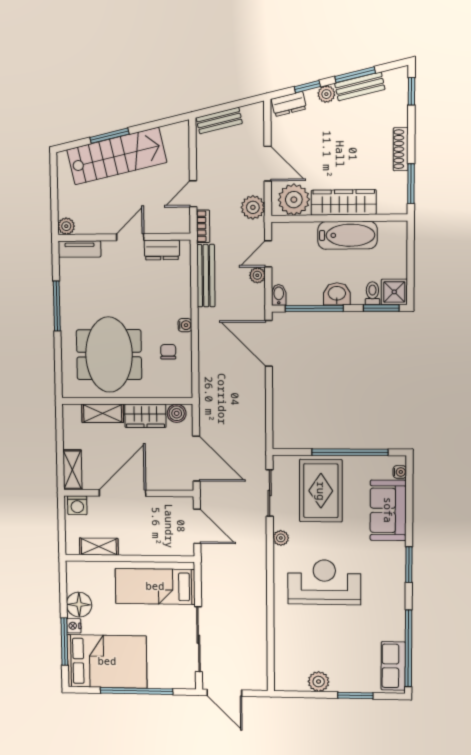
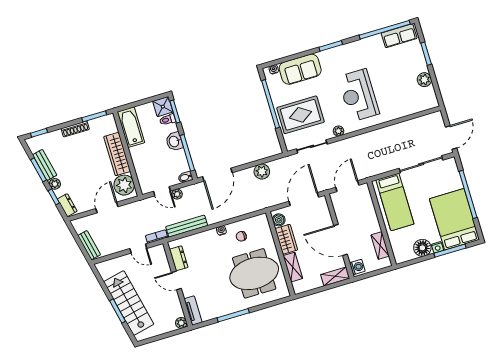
plant: (253, 207) -> (262, 171), moved
bathtub: (347, 235) -> (131, 127), moved

